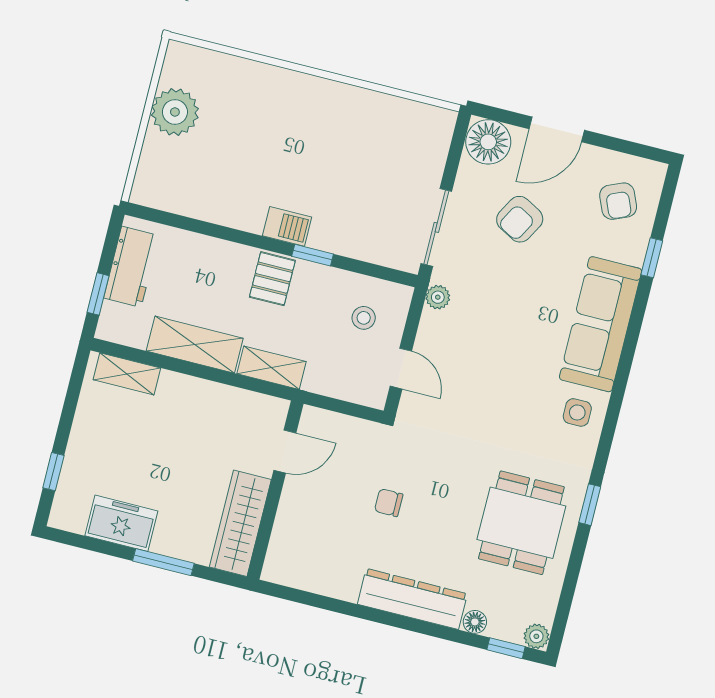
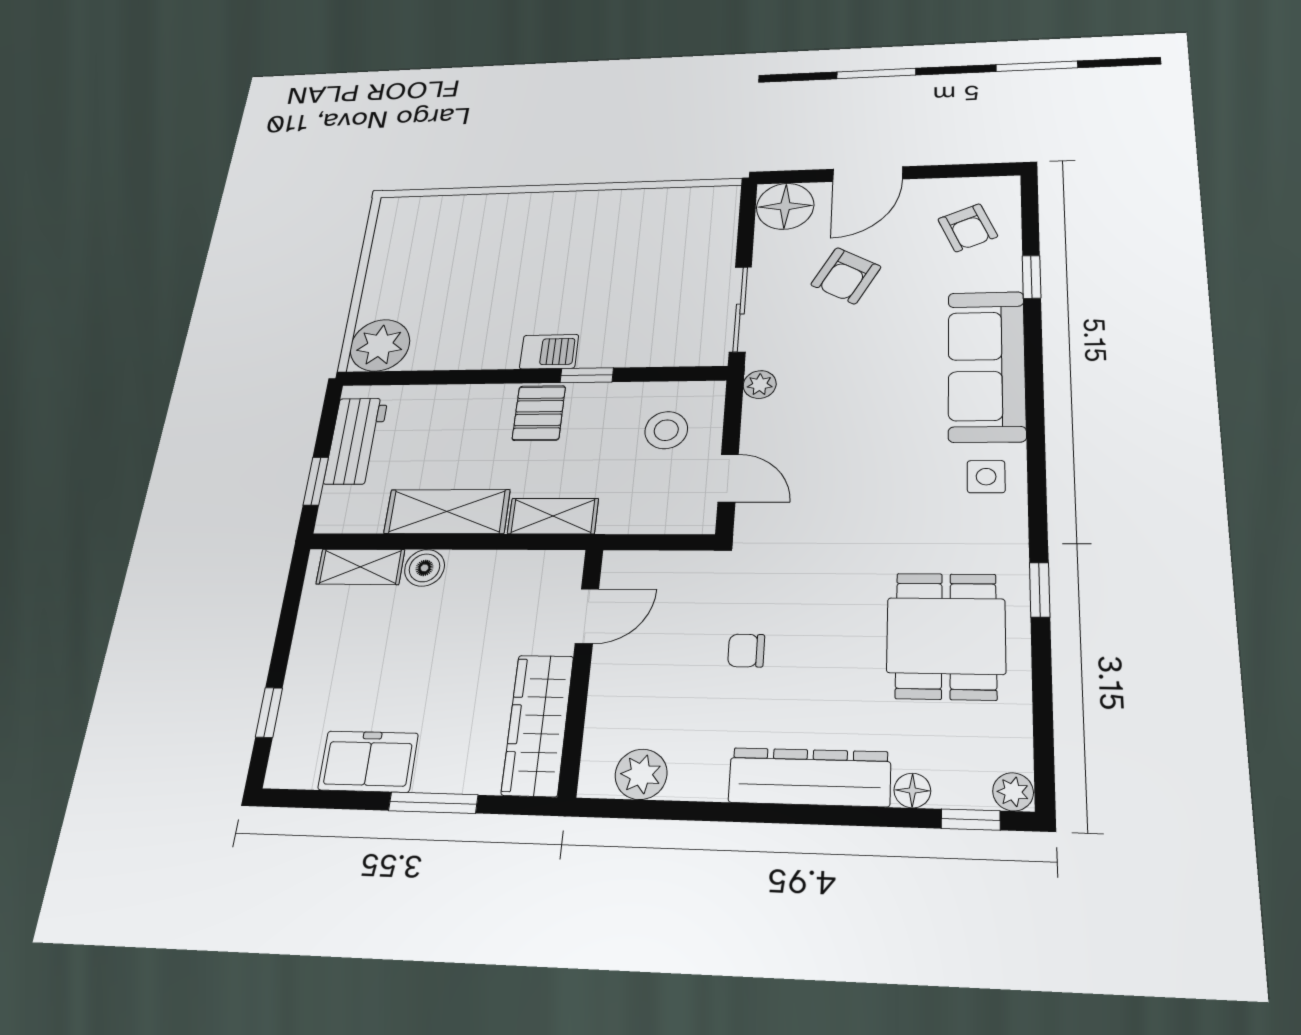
plant: (175, 112) -> (380, 345), moved
stool: (364, 318) -> (666, 430), width x1.37, depth x1.37
boiler: (174, 386) -> (425, 568), added
plant: (304, 573) -> (641, 774), added

